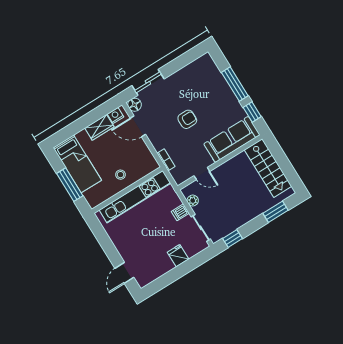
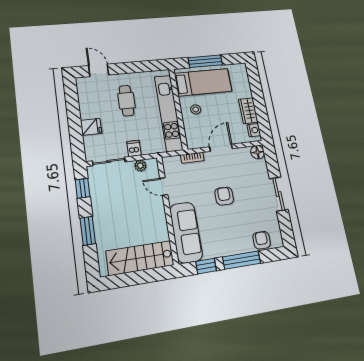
armchair: (211, 73) -> (262, 240), added
sliding door: (148, 82) -> (279, 194), moved
armchair: (187, 119) -> (224, 196), turned 180
door: (138, 126) -> (221, 148), moved
bed: (77, 164) -> (203, 82), moved, turned 180
door: (202, 174) -> (164, 187), hinge flipped
window: (275, 212) -> (88, 231), moved
cafe table: (141, 237) -> (126, 101), added

